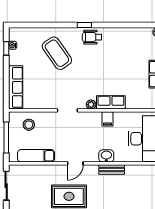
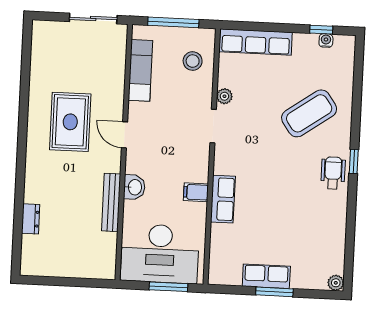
plant: (91, 105) -> (224, 96), moved
bench: (112, 169) -> (111, 202), width x1.36

